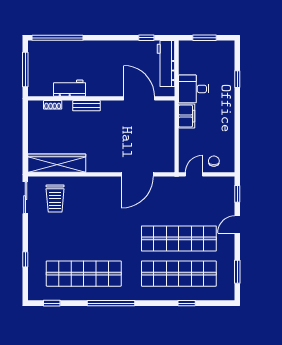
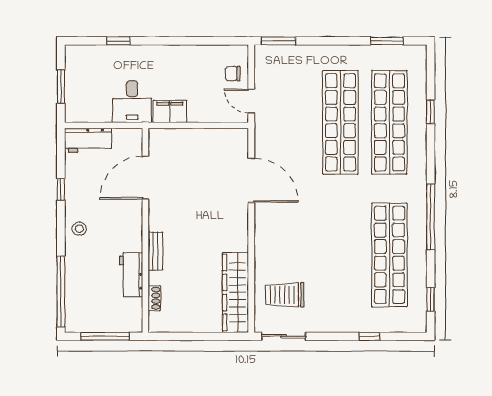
window: (146, 38) -> (61, 189), moved
stool: (103, 51) -> (79, 229), added
workbench: (166, 64) -> (88, 140), width x0.73
window: (237, 194) -> (278, 41), width x1.50
trolley: (55, 198) -> (285, 295), turned 180
door: (237, 224) -> (321, 41), removed

